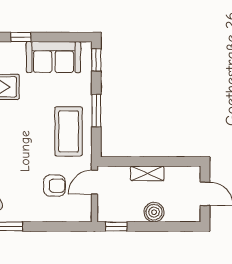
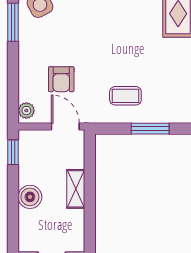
coffee table: (69, 131) -> (125, 96), width x0.54, depth x0.58
plant: (81, 215) -> (26, 111), added

